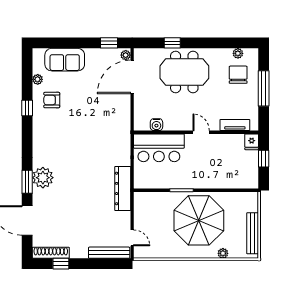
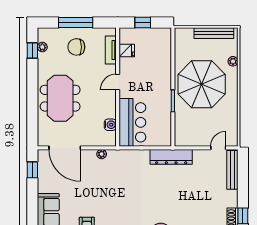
window: (172, 43) -> (32, 50), moved
plant: (126, 55) -> (102, 154), moved
chair: (238, 75) -> (76, 47), moved
fridge: (252, 142) -> (127, 51), moved

